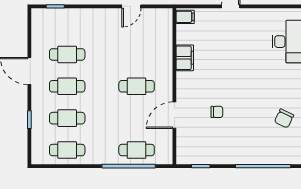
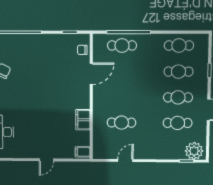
plant: (46, 19) -> (194, 151), added
cafe table: (137, 86) -> (122, 123), moved
chair: (217, 112) -> (82, 50), moved

